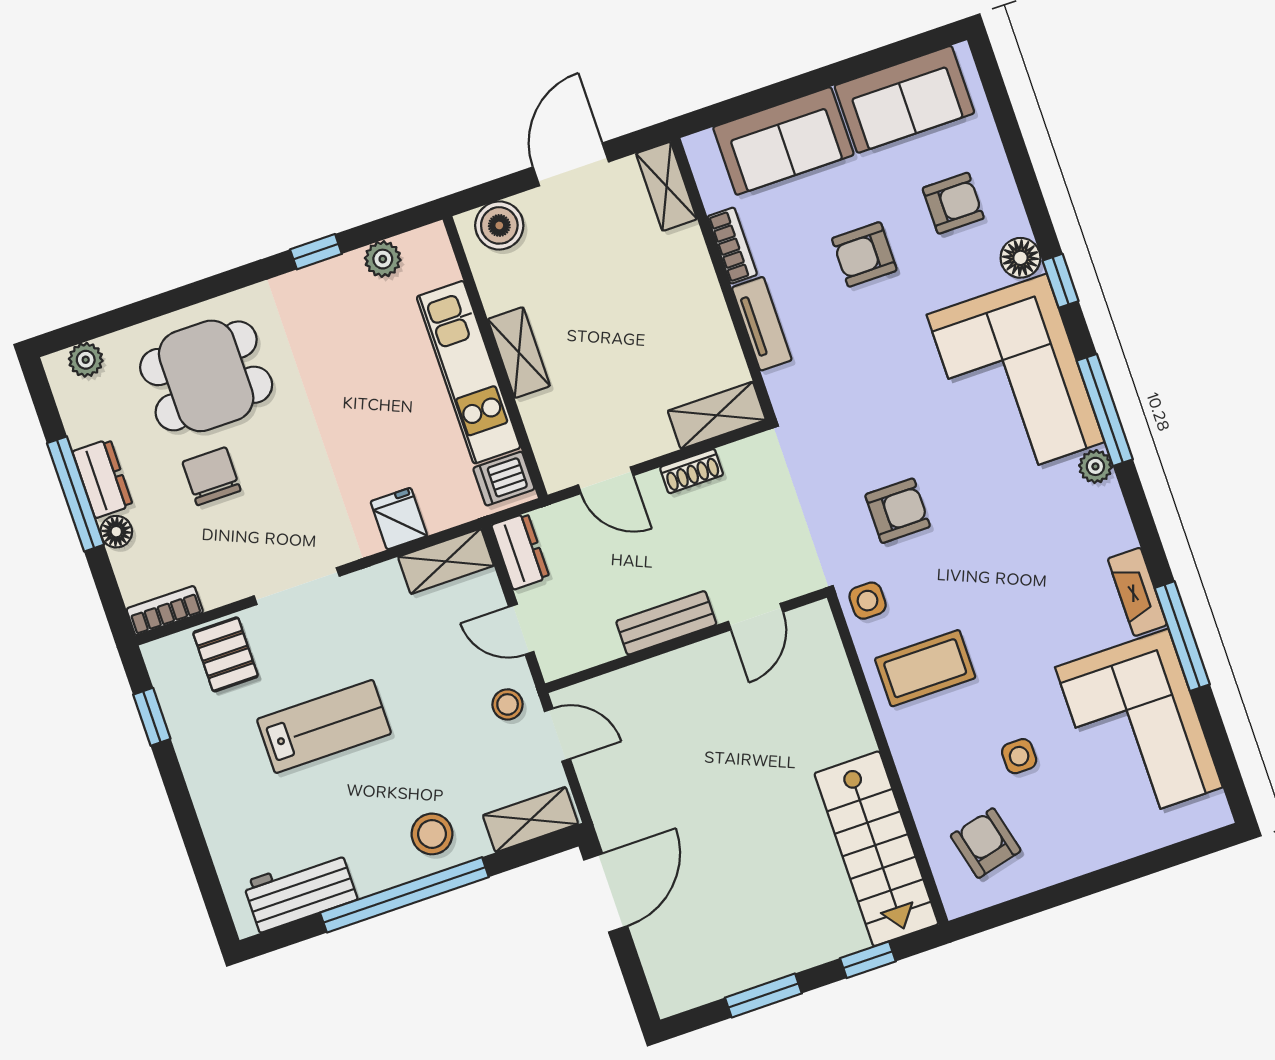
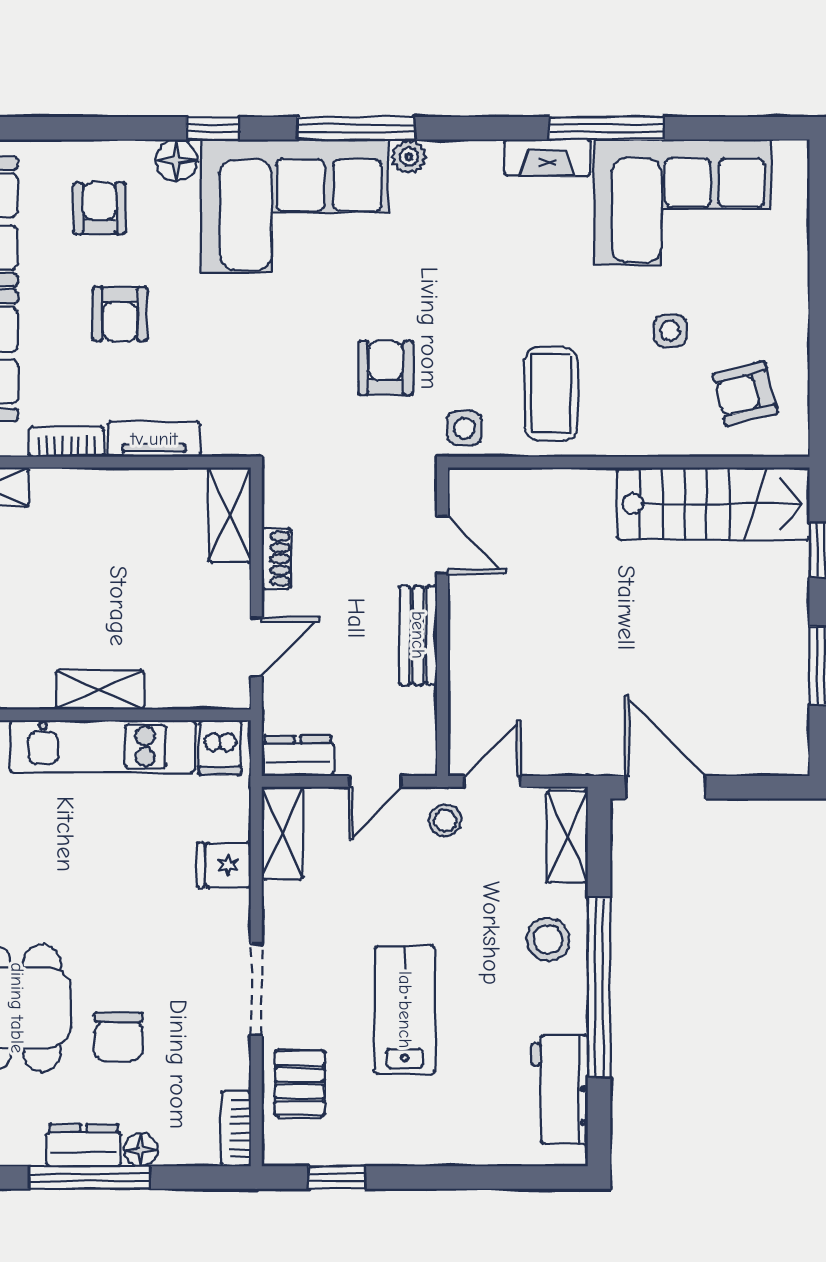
chair: (212, 476) -> (118, 1037), turned -90
pallet: (226, 654) -> (300, 1083), turned 90

